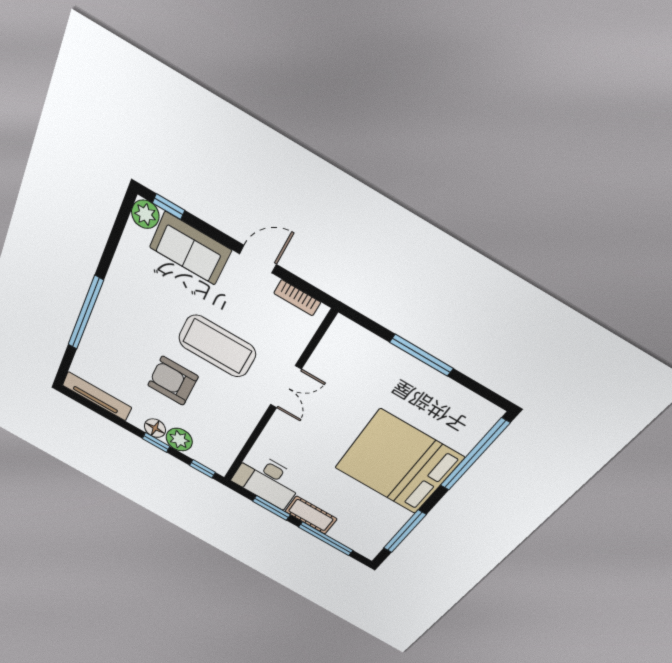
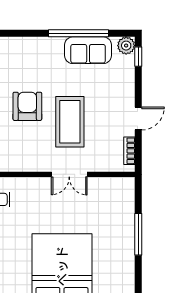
sofa: (190, 249) -> (88, 50), moved, turned -90
door: (258, 259) -> (138, 119), hinge flipped
window: (85, 313) -> (79, 33), moved

